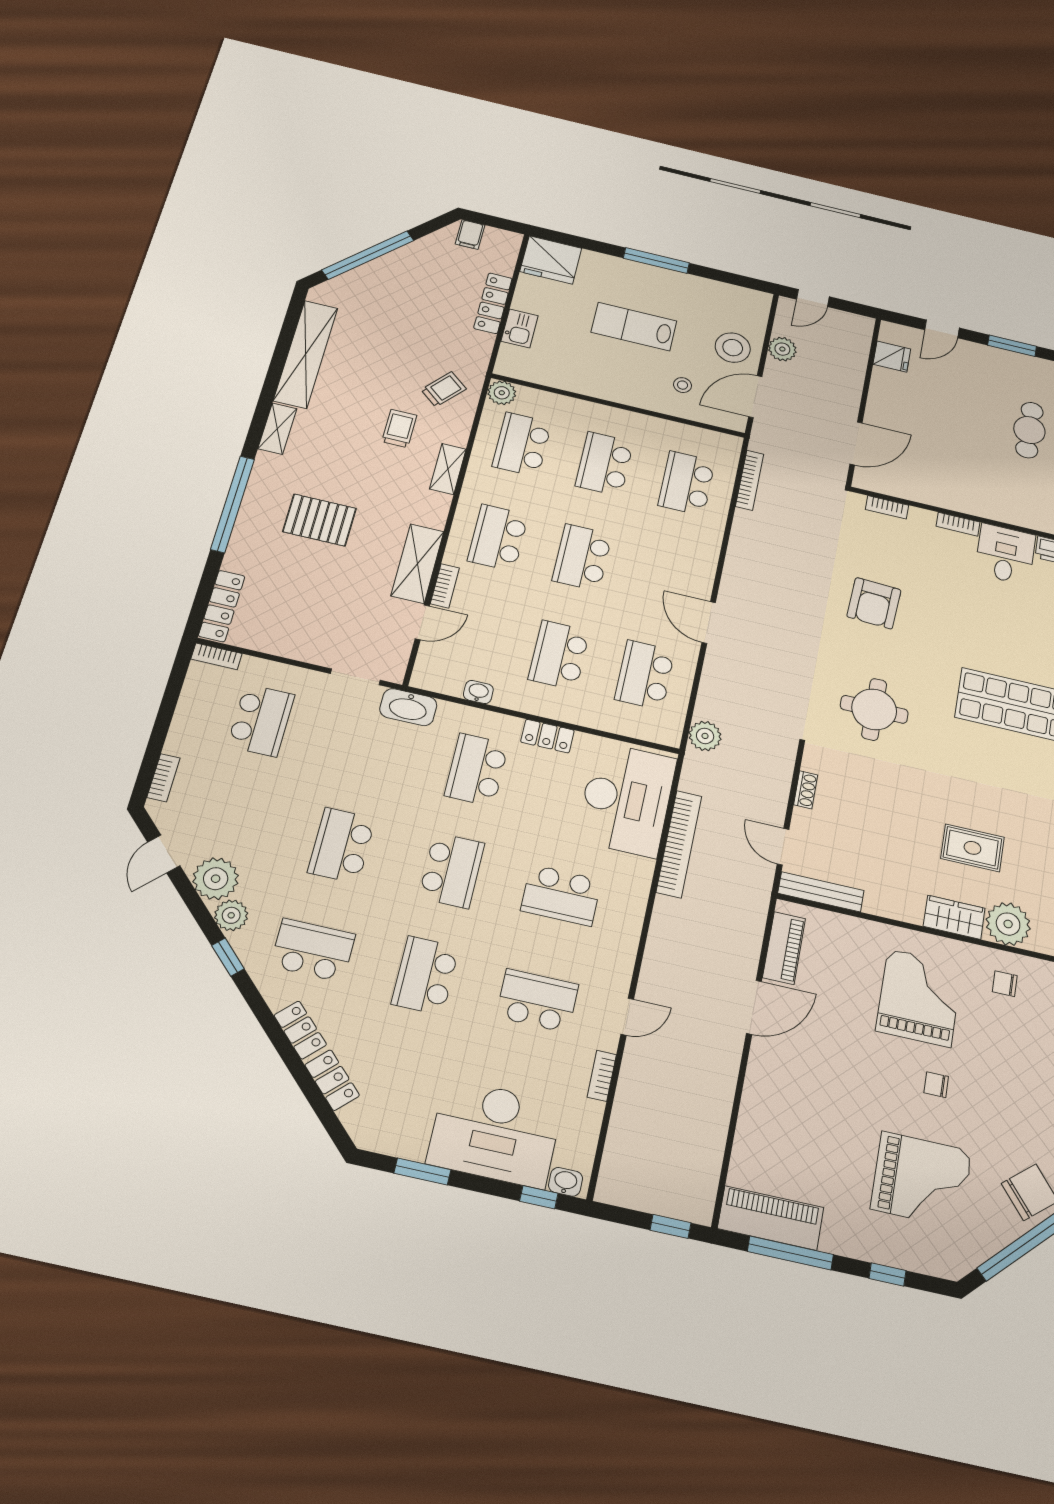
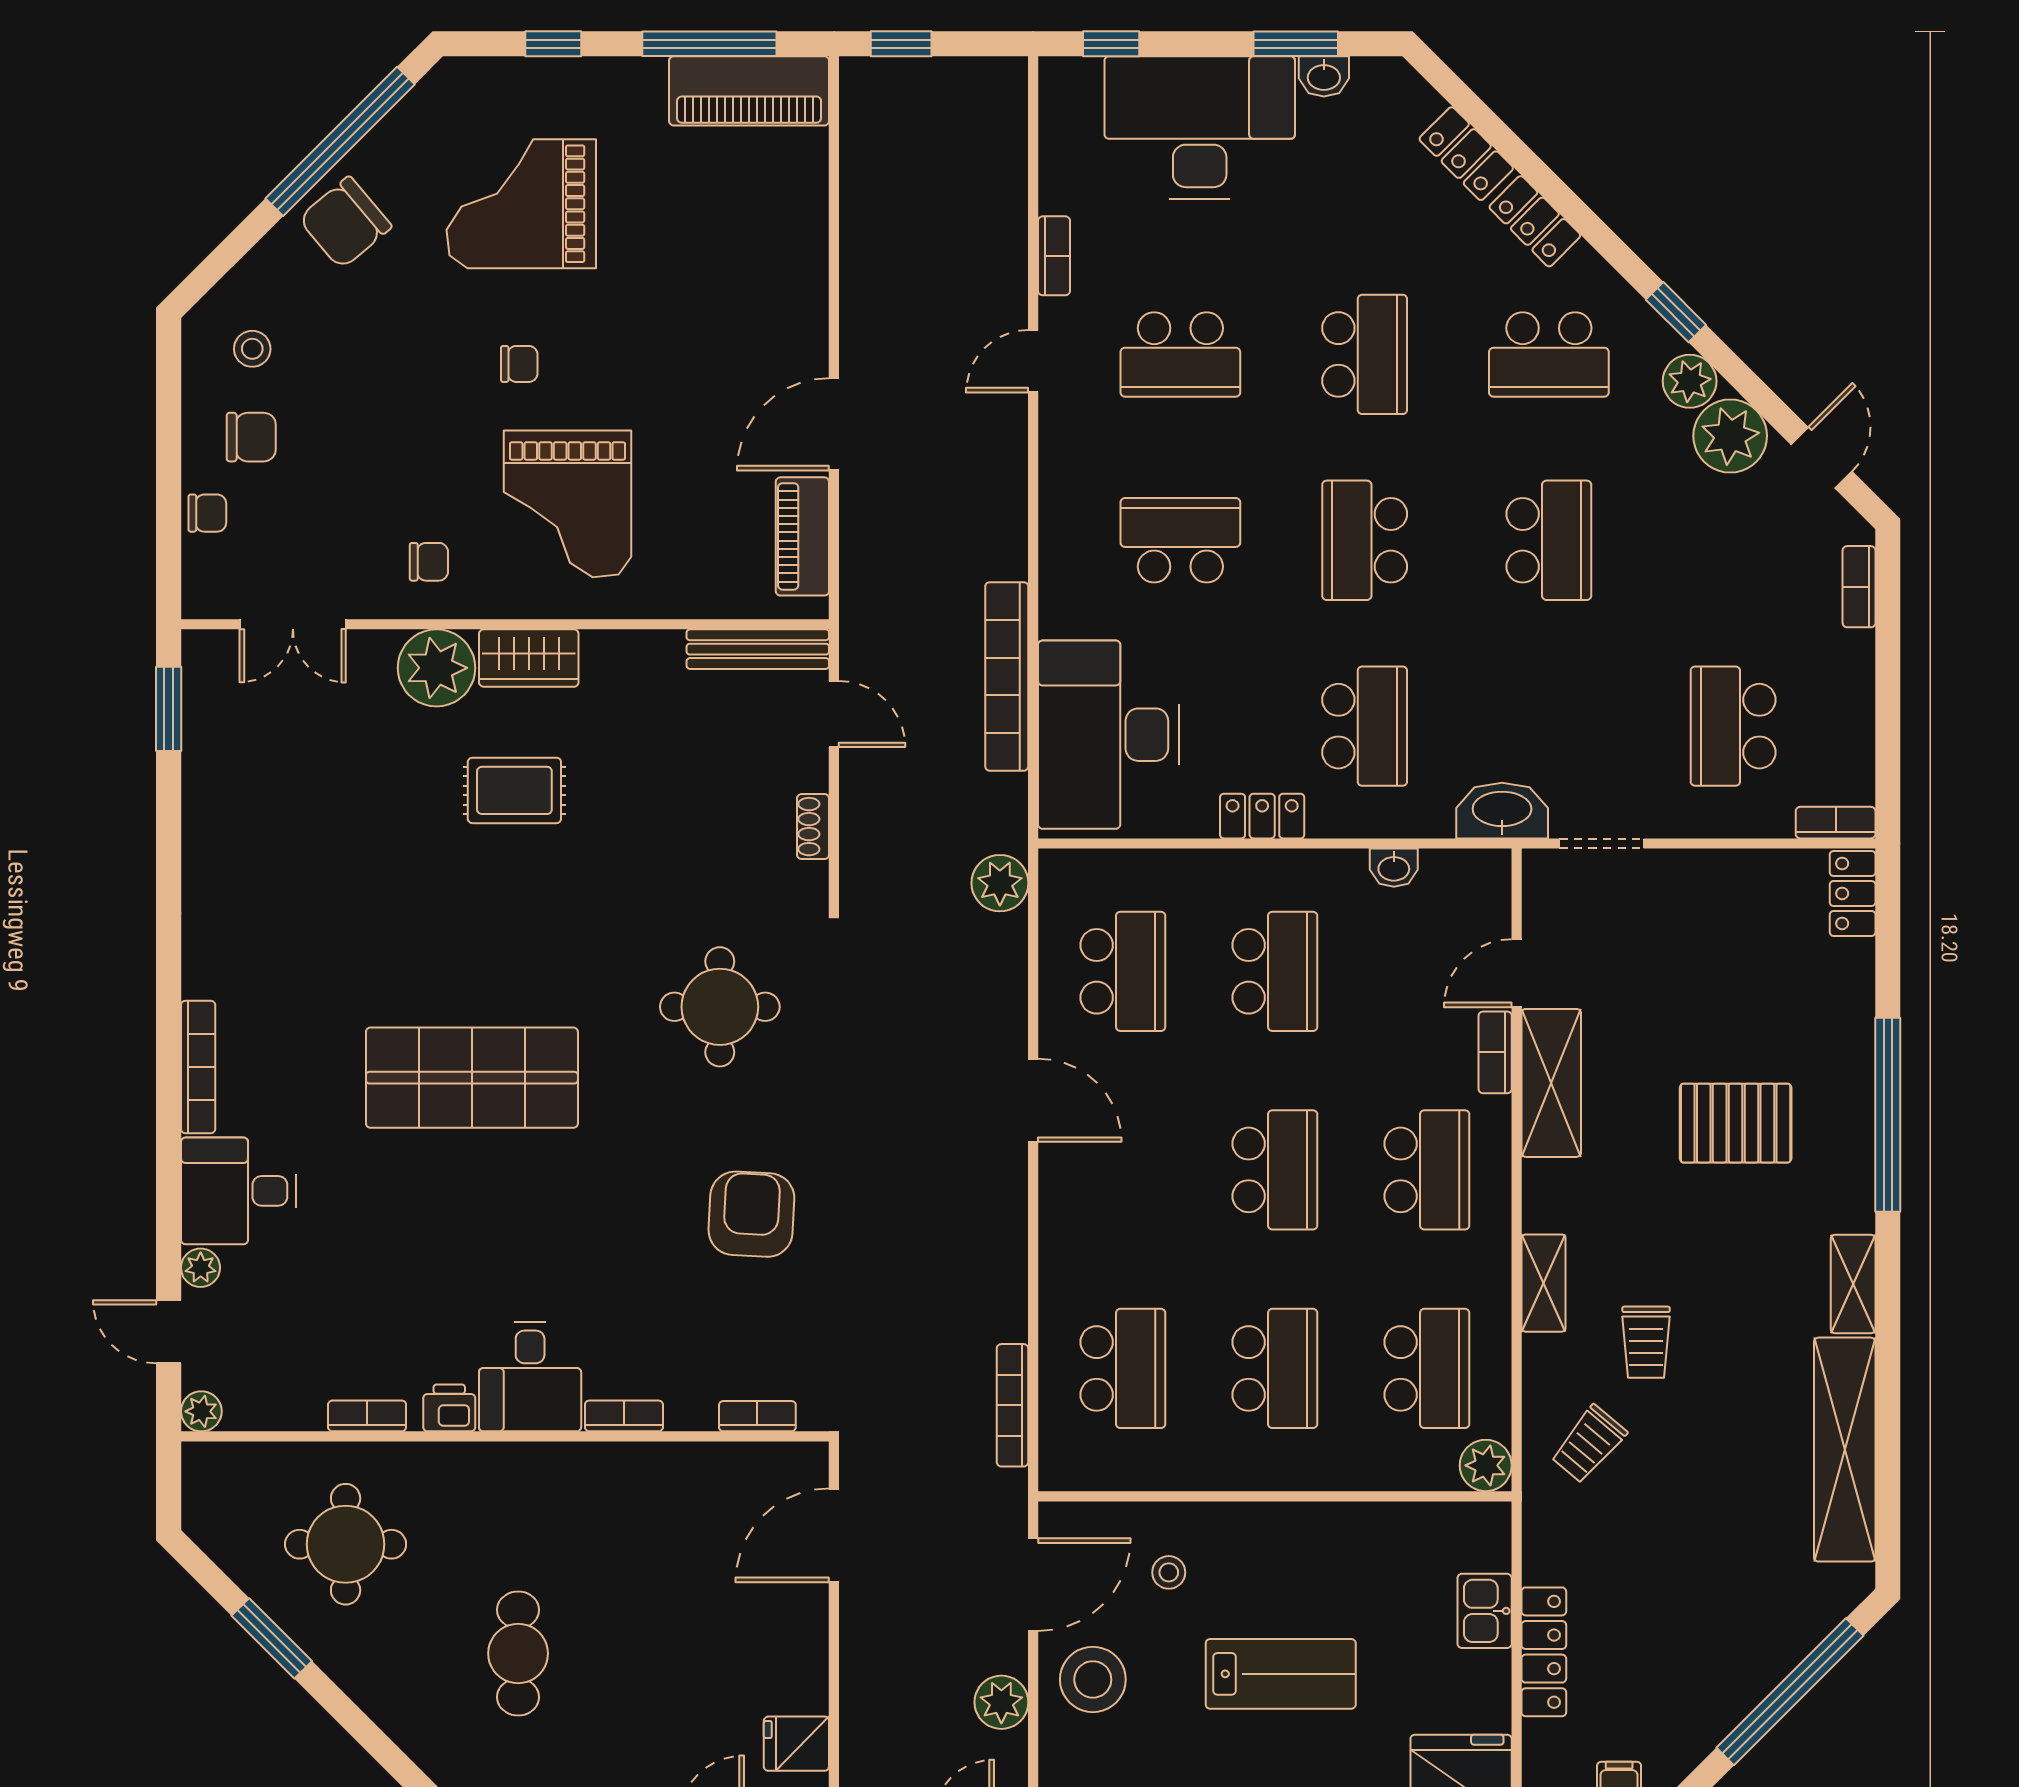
locker: (222, 606) -> (1853, 893), width x0.66
washbasin: (565, 1182) -> (1324, 76), moved

